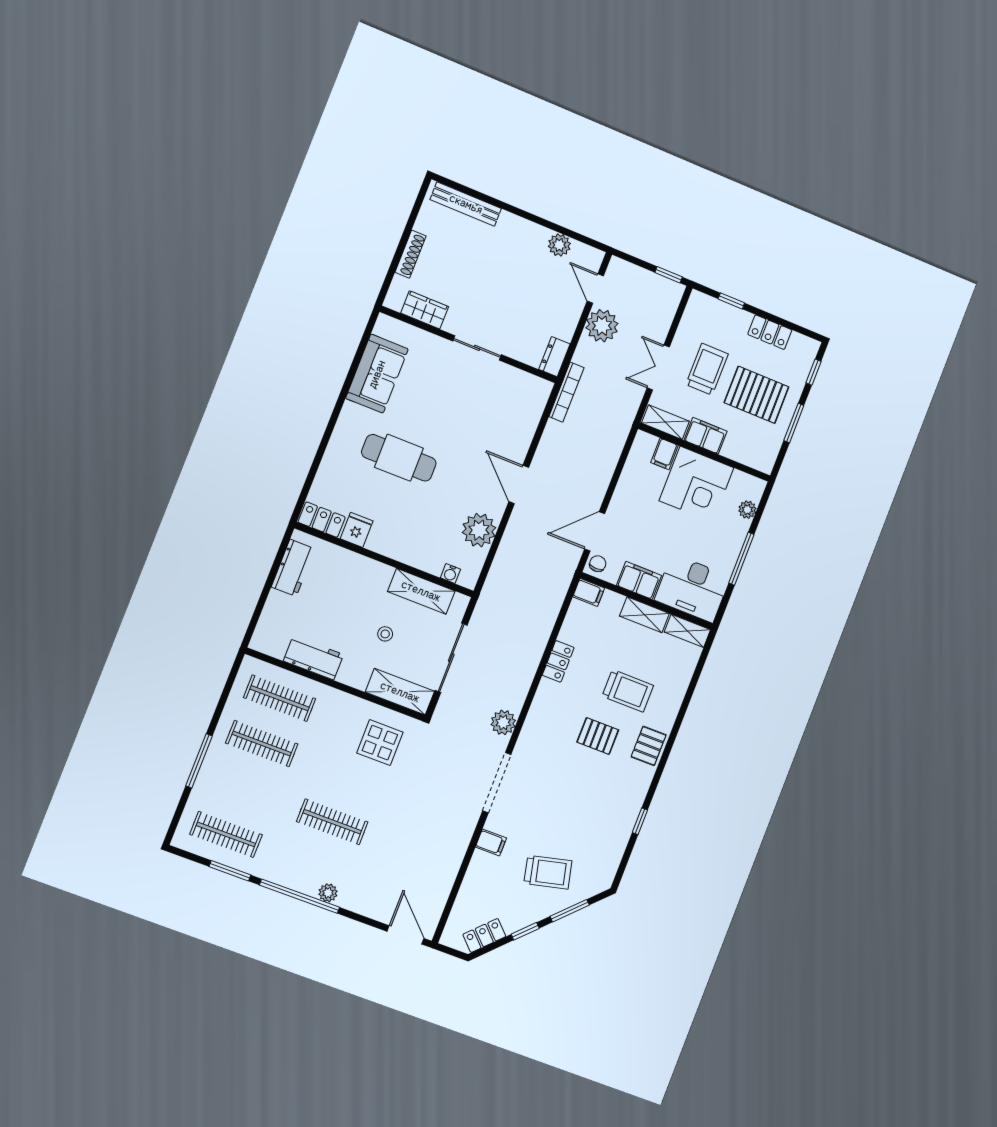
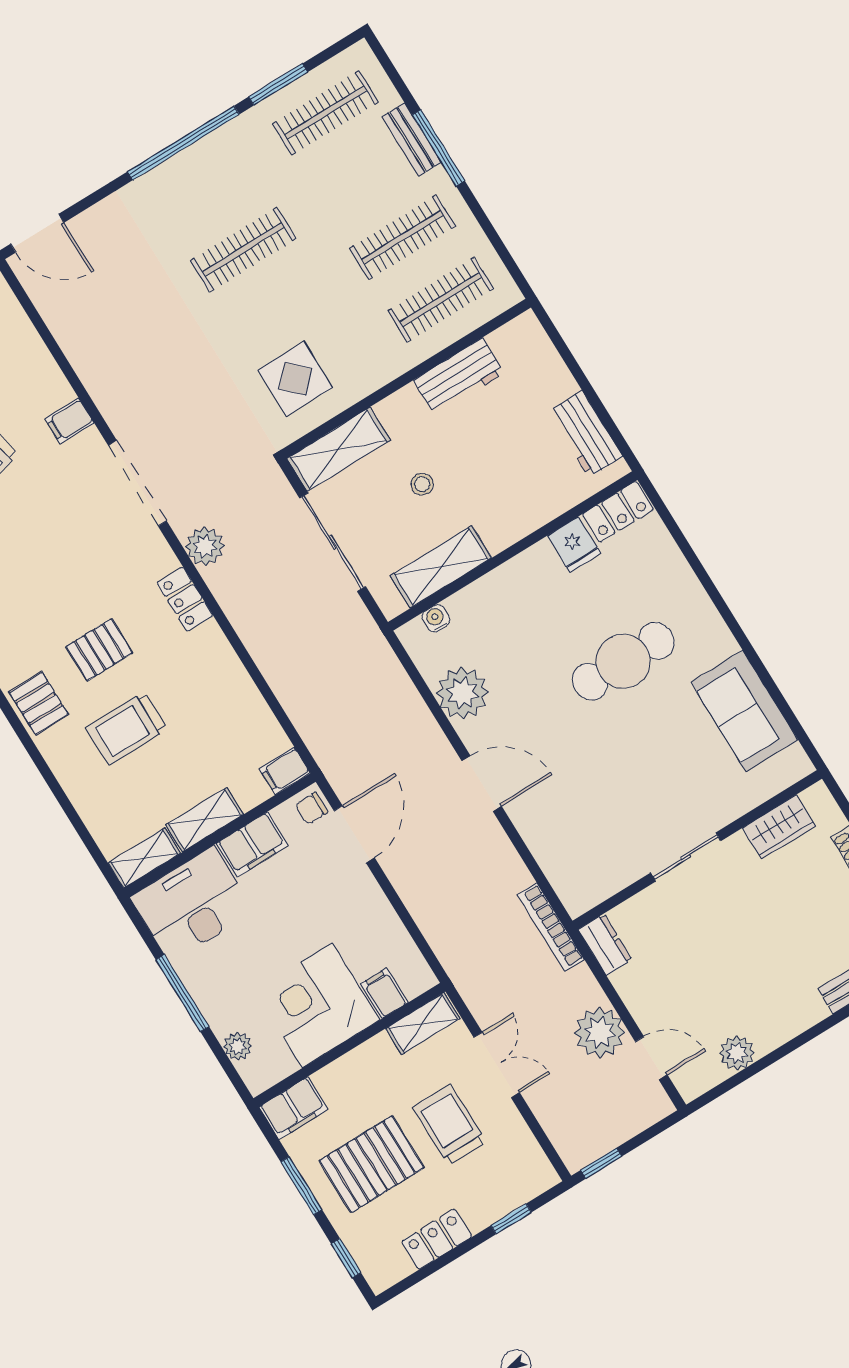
trolley: (707, 369) -> (449, 1125), turned 180
filing cabinet: (705, 436) -> (293, 1108), moved
chair: (598, 564) -> (312, 808), turned 90
locker: (558, 661) -> (185, 599), moved
bench: (205, 778) -> (412, 139), added
plant: (328, 893) -> (161, 180), removed

